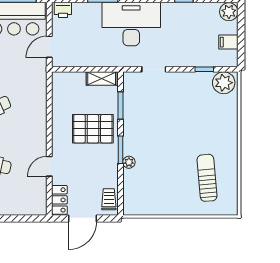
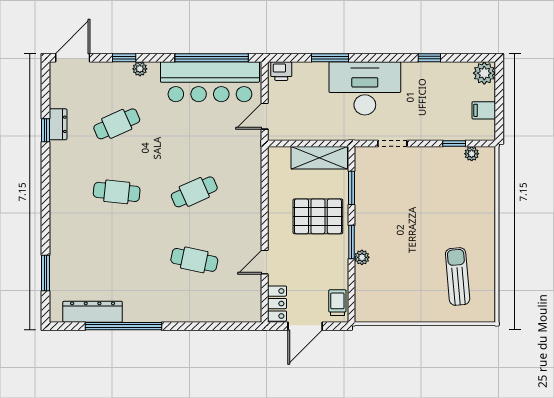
shelving: (102, 79) -> (319, 158), width x1.50, depth x1.33
plant: (224, 83) -> (472, 154), width x0.53, depth x0.53

